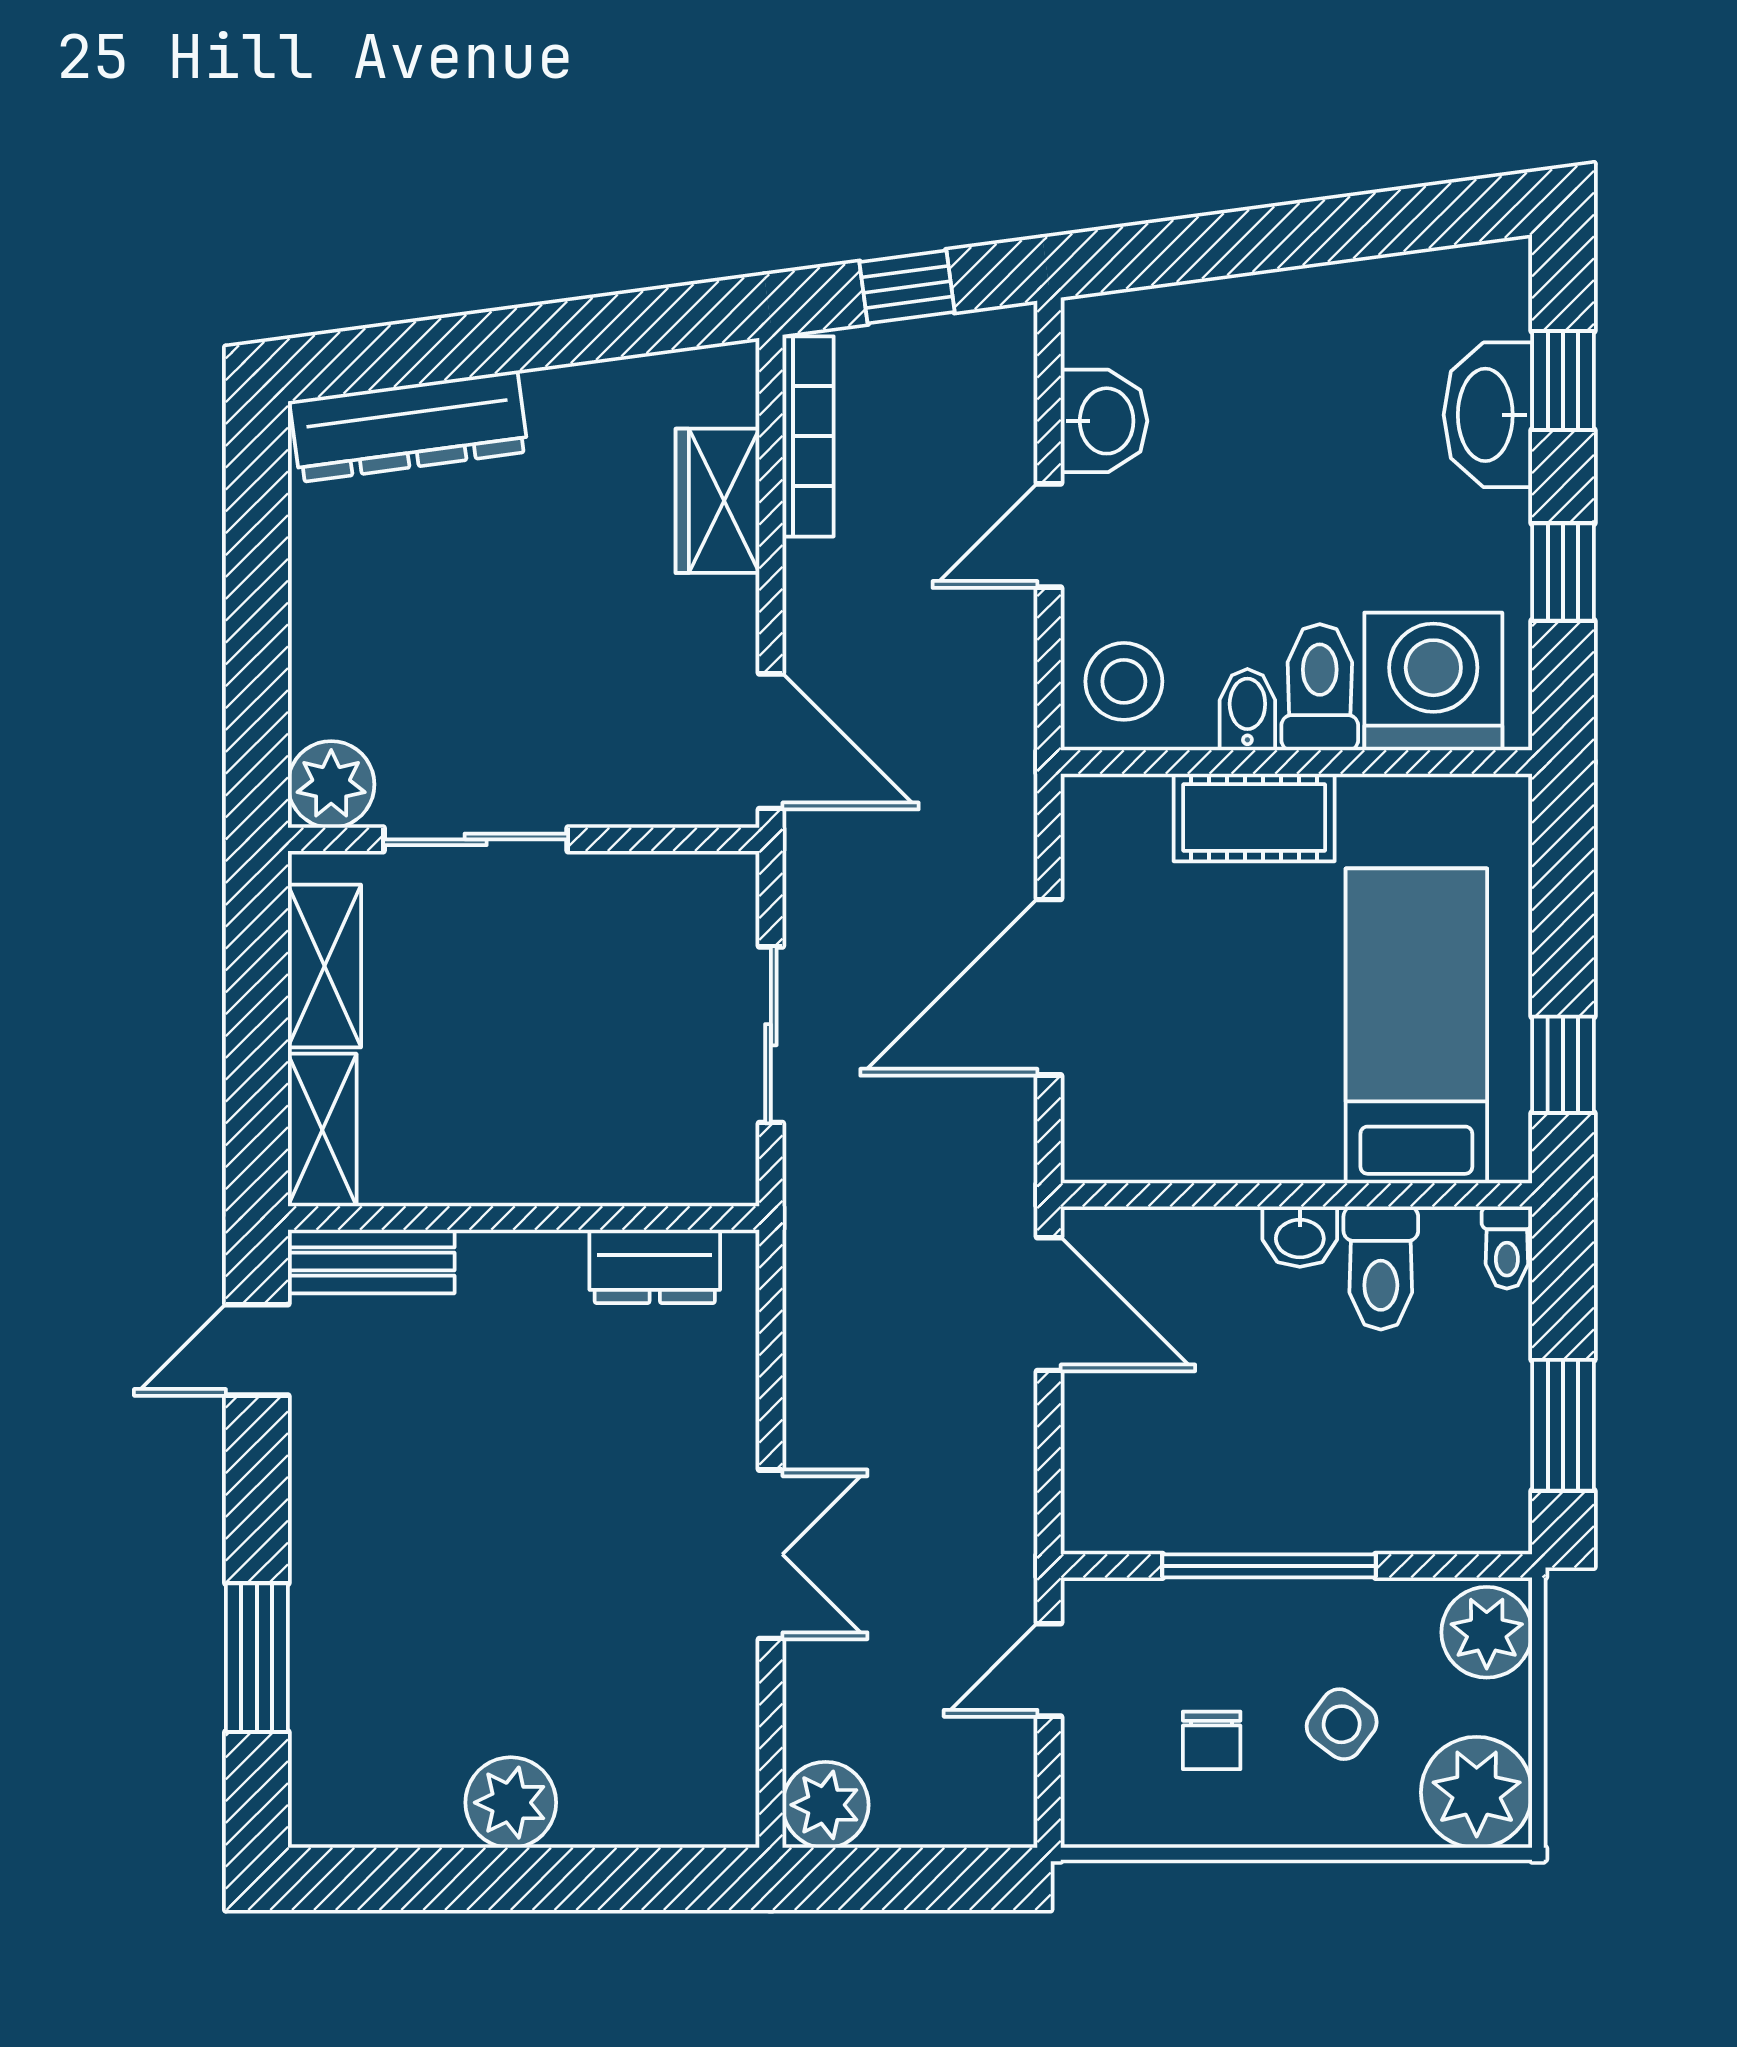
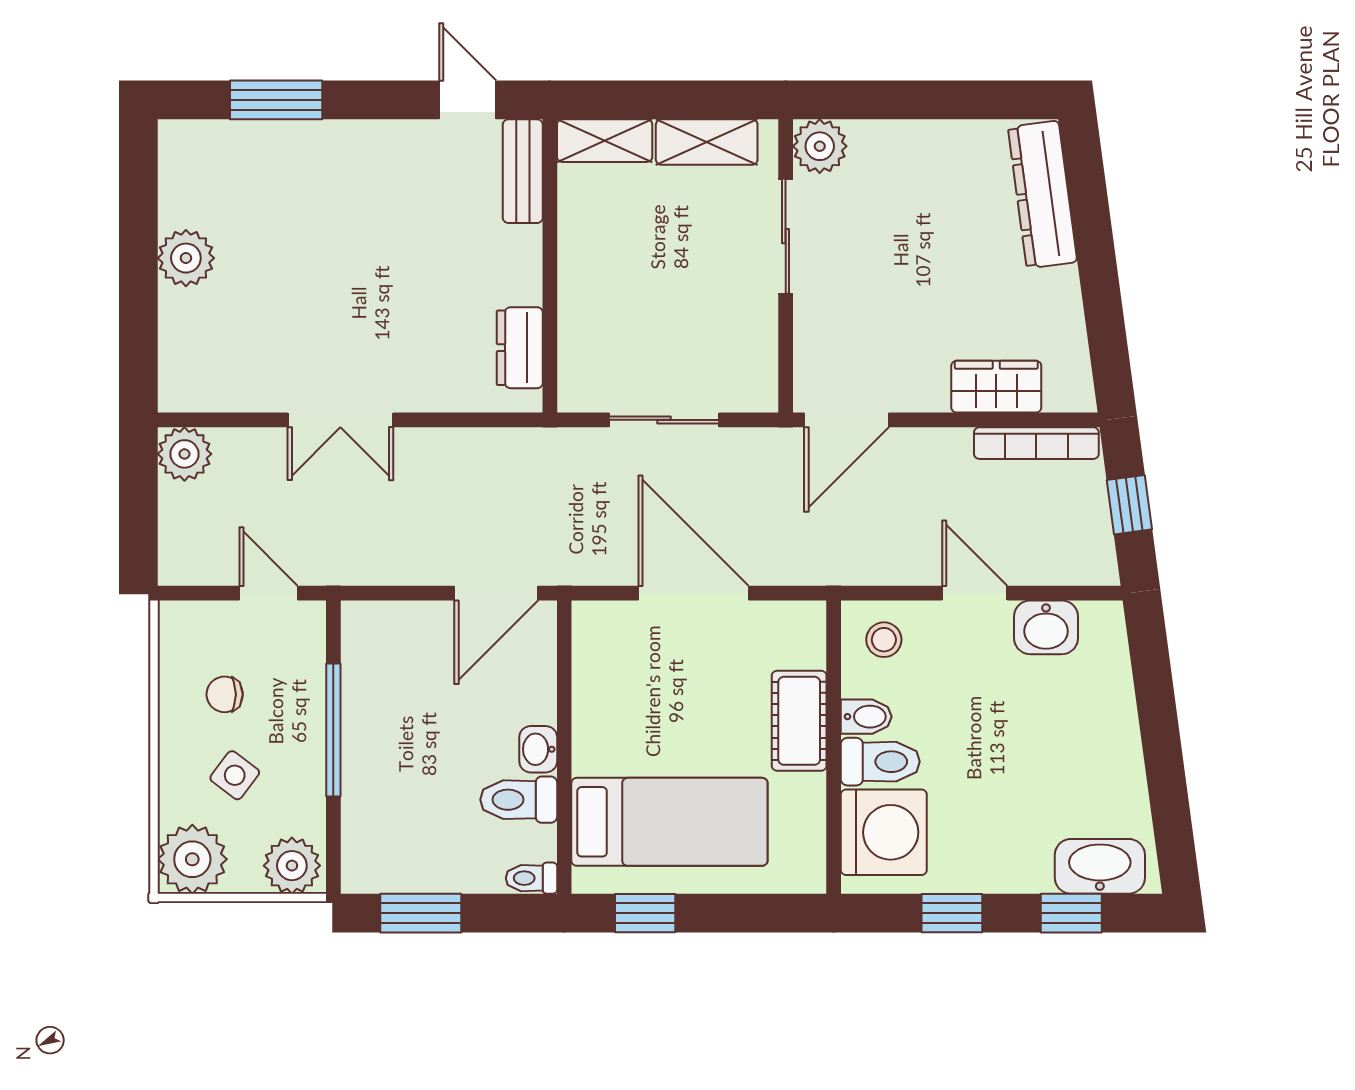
washbasin: (1488, 415) -> (1100, 866), moved
stool: (1124, 681) -> (884, 640), width x0.73, depth x0.73

